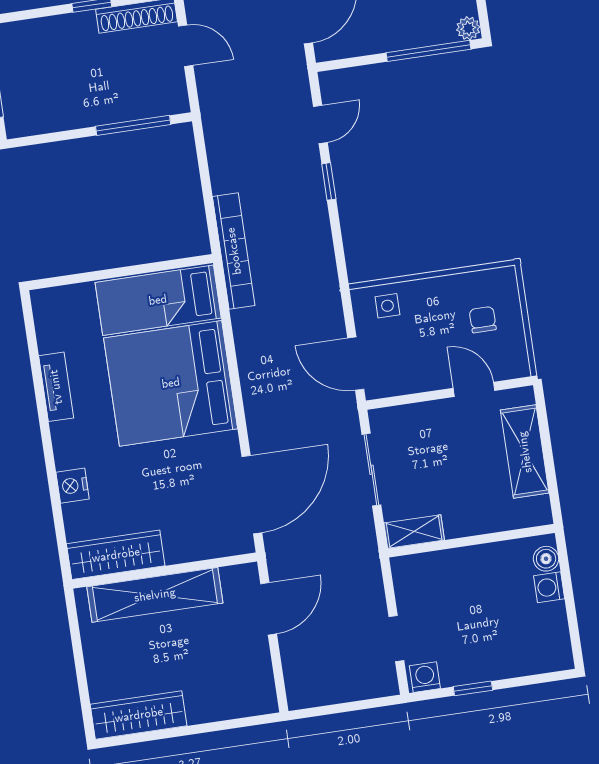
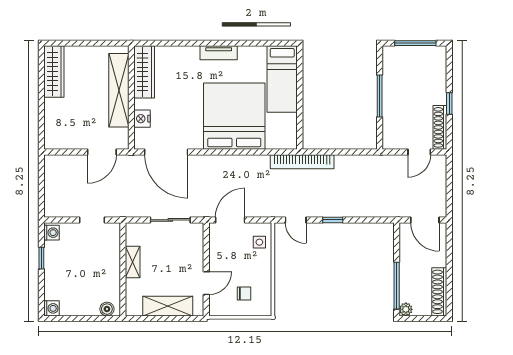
door: (320, 124) -> (296, 220), moved
window: (133, 125) -> (380, 96), moved
bed: (158, 300) -> (282, 79), moved, turned 180
tv unit: (56, 387) -> (219, 53), moved
nightstand: (73, 486) -> (142, 119), moved, turned -90
shelving: (414, 531) -> (133, 262), moved
washing machine: (549, 587) -> (52, 308), moved, turned 90
door: (269, 609) -> (102, 152), hinge flipped
doorway: (396, 639) -> (92, 220), moved

